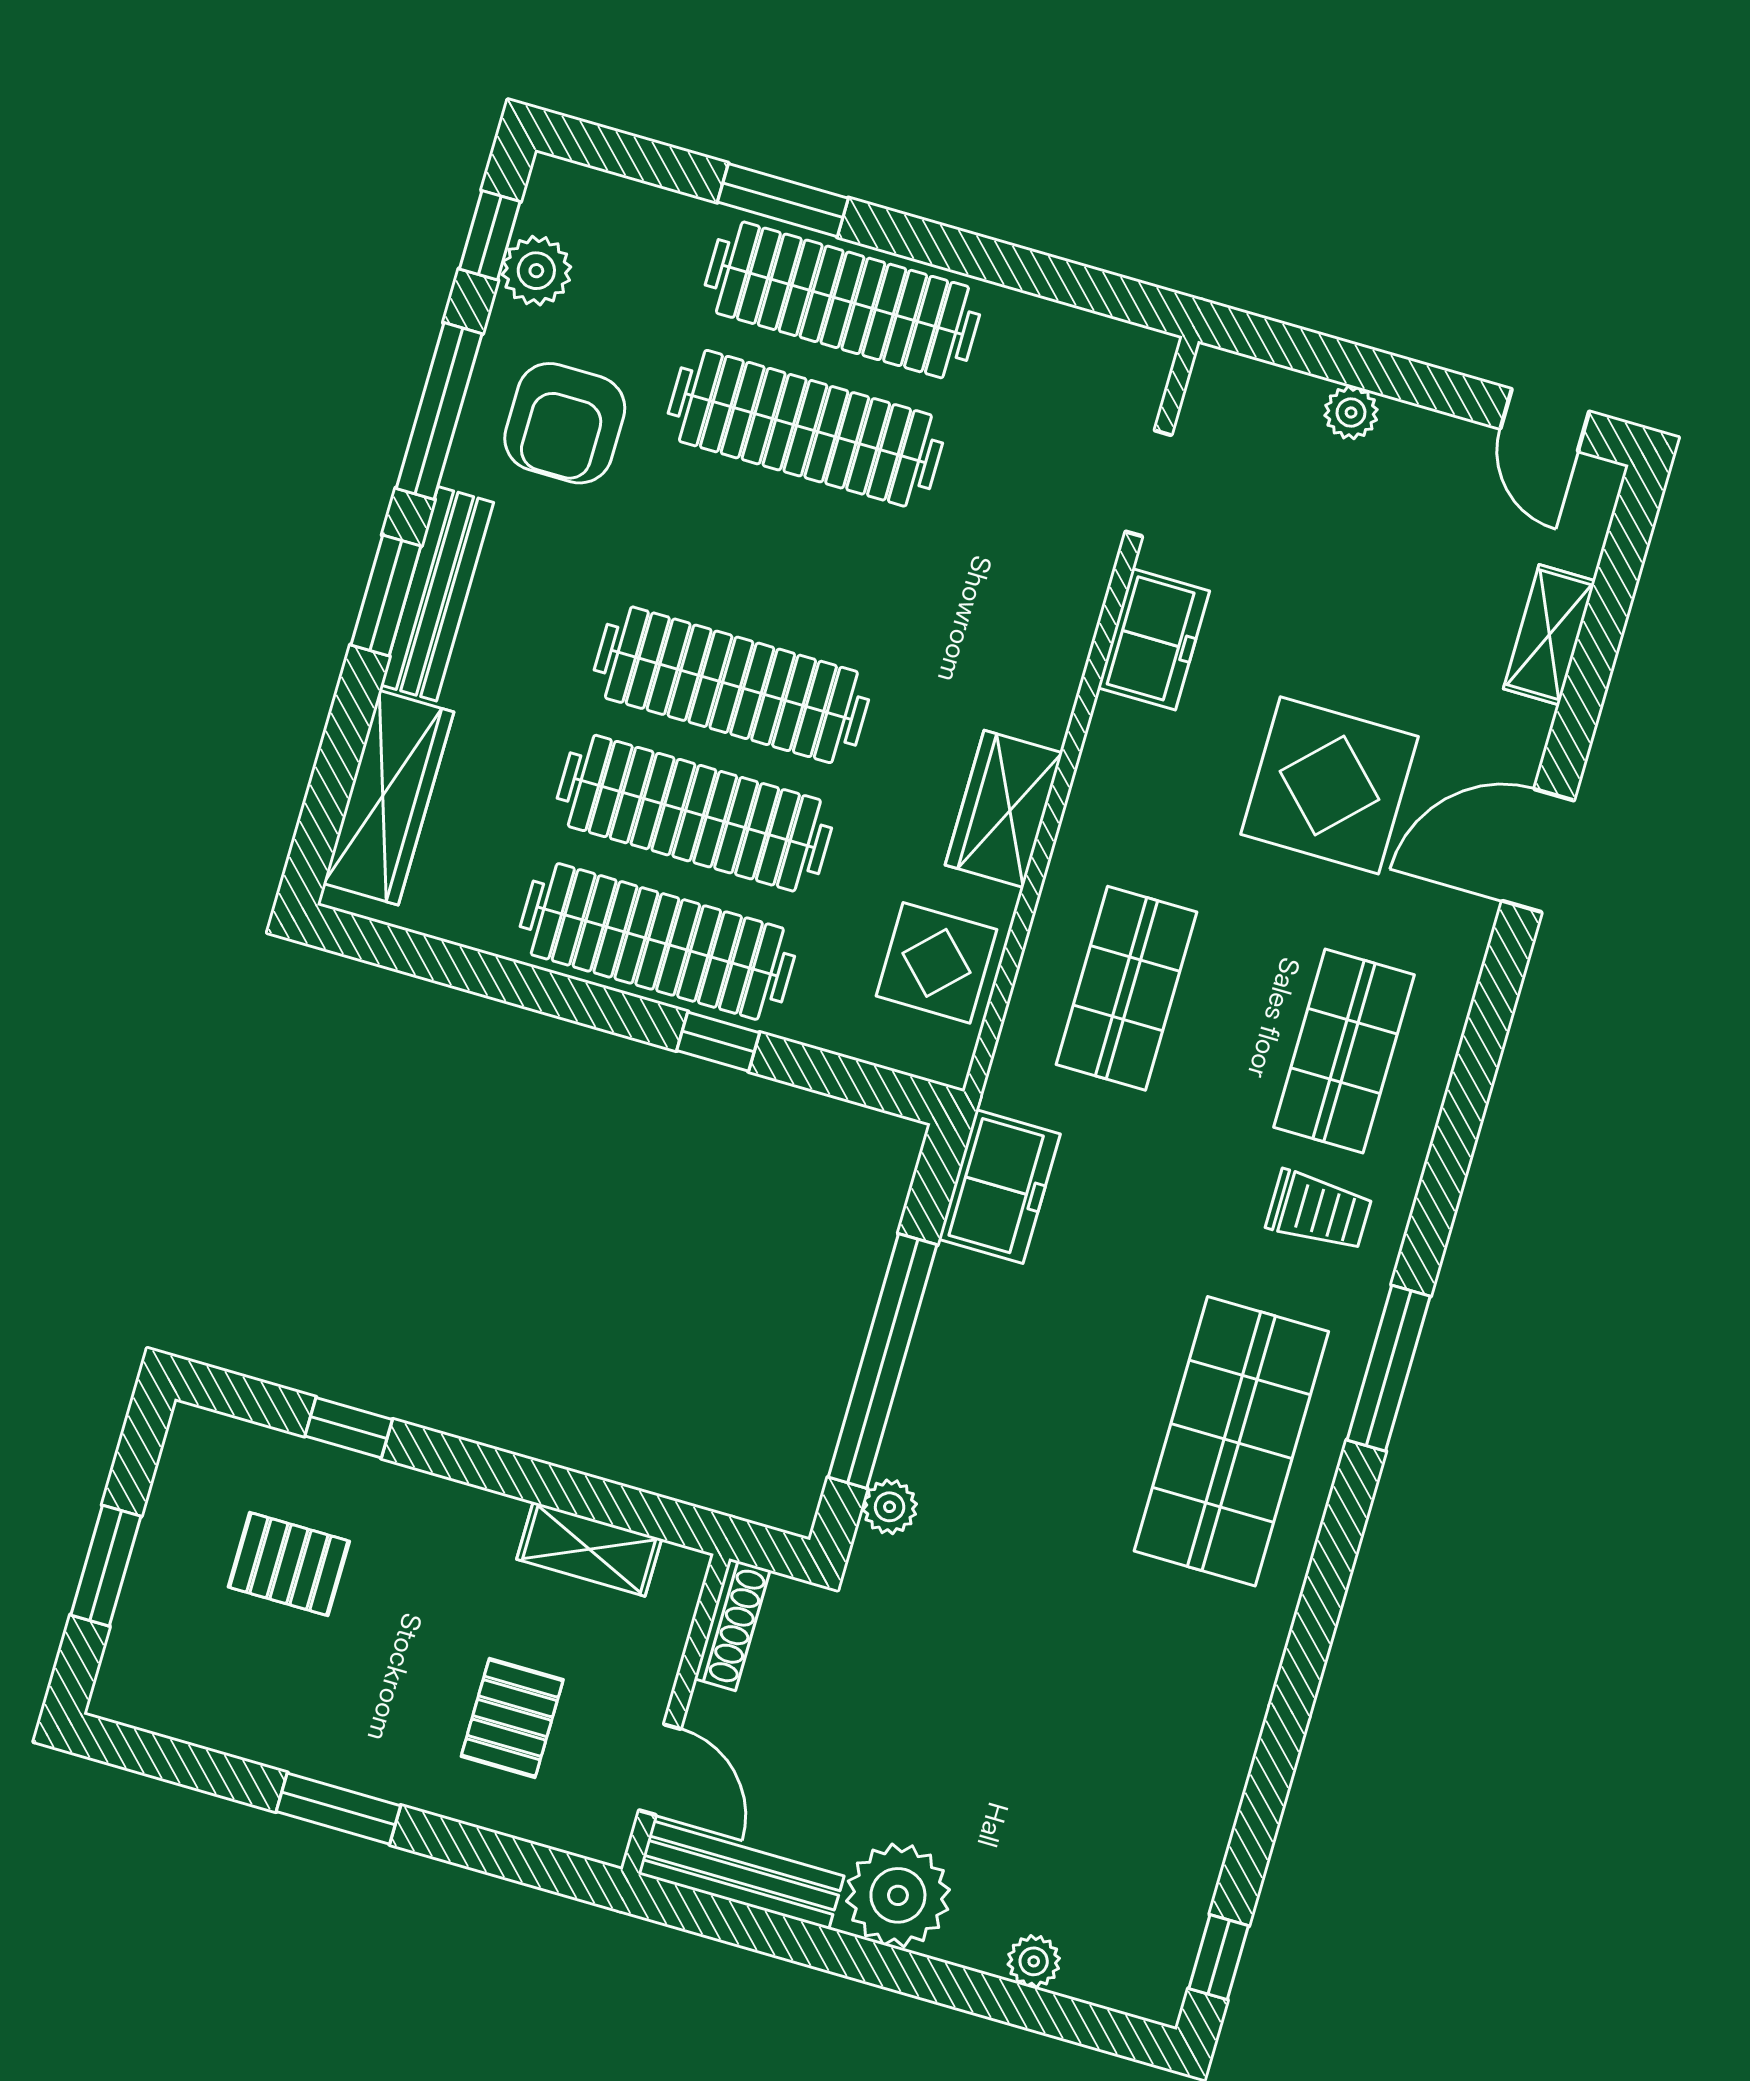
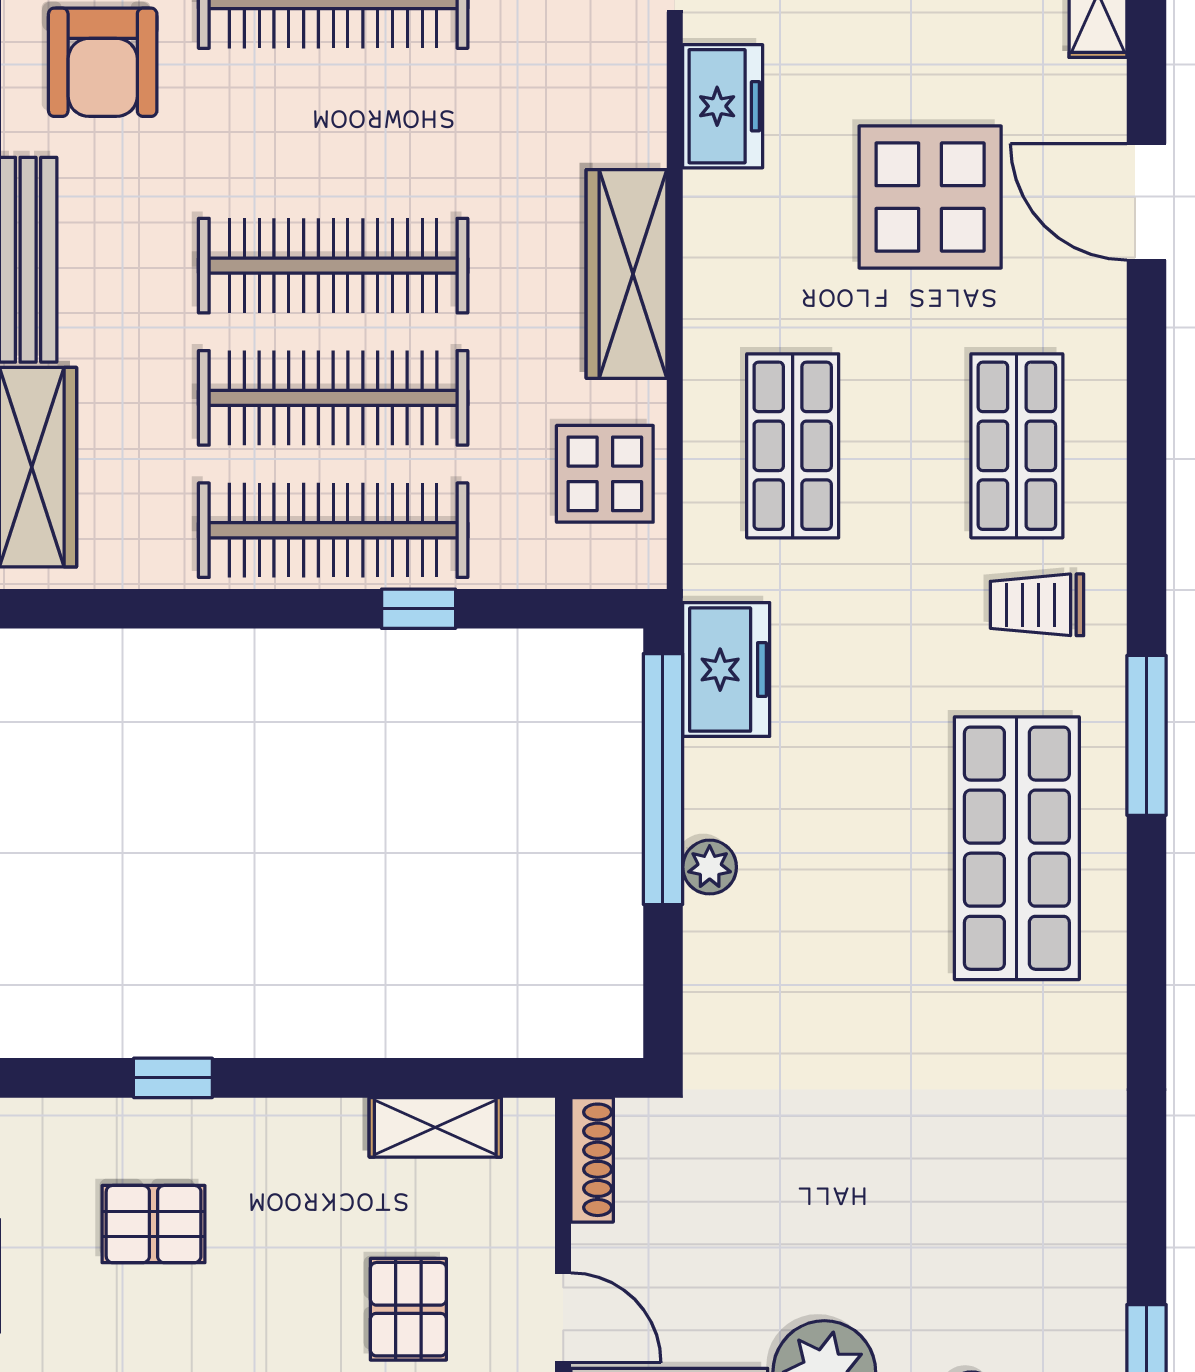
wardrobe: (1004, 809) -> (627, 274), width x1.50
door: (1538, 851) -> (1147, 202), hinge flipped
trolley: (1319, 1211) -> (1037, 605), turned 180
window: (883, 1361) -> (663, 779), moved
plant: (890, 1507) -> (710, 867), moved

